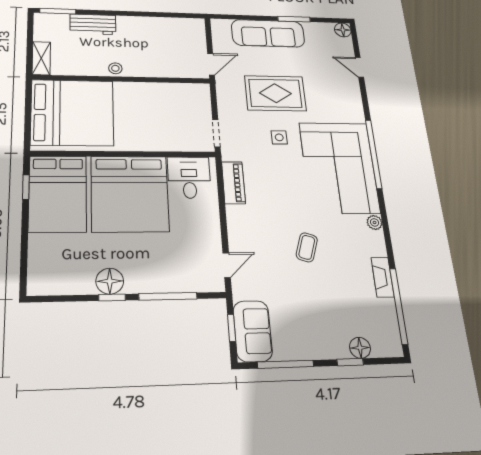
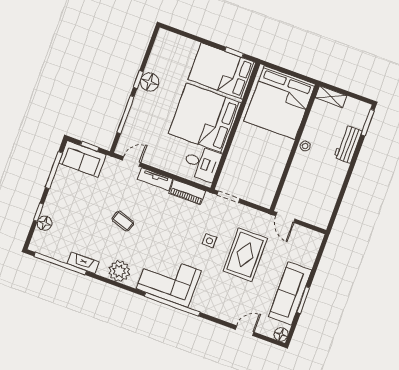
sofa: (268, 33) -> (290, 293), moved
corner sofa: (339, 167) -> (169, 280), width x0.73, depth x0.74
plant: (375, 222) -> (119, 271), width x1.88, depth x1.88
tv unit: (236, 227) -> (155, 179), added
door: (227, 265) -> (131, 161), swing flipped

